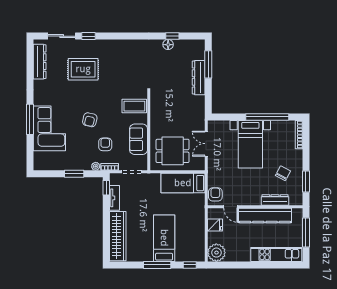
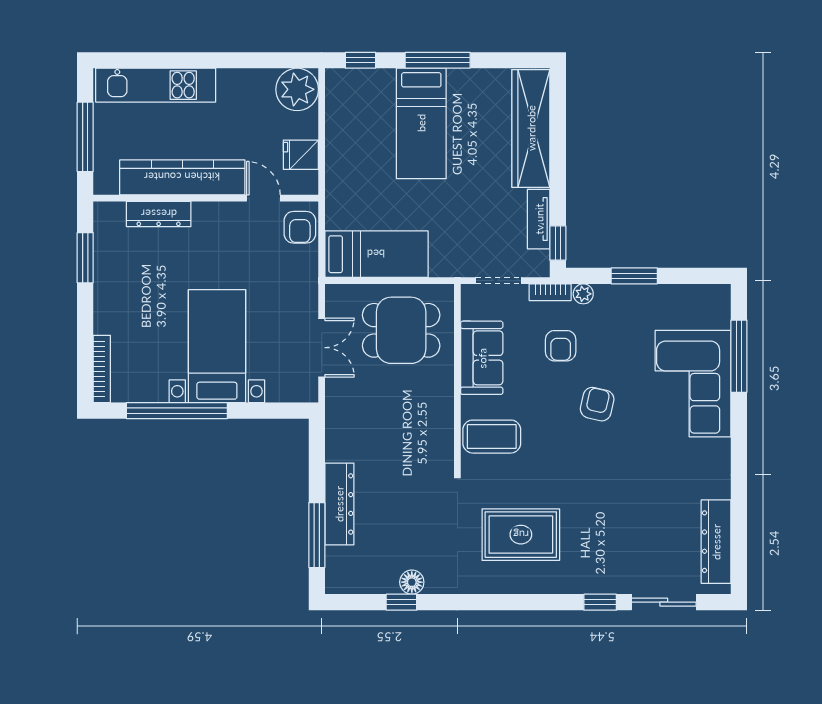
rug: (83, 69) -> (521, 535), moved
window: (30, 119) -> (739, 356), moved
chair: (283, 173) -> (140, 277), removed

